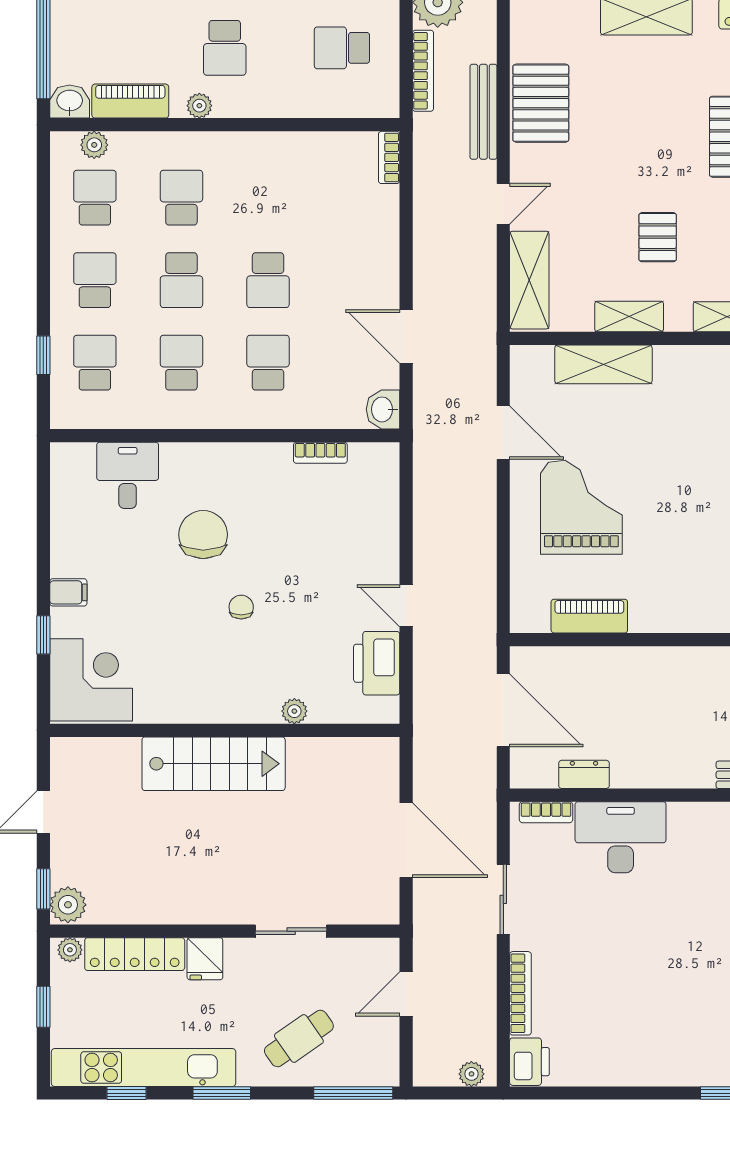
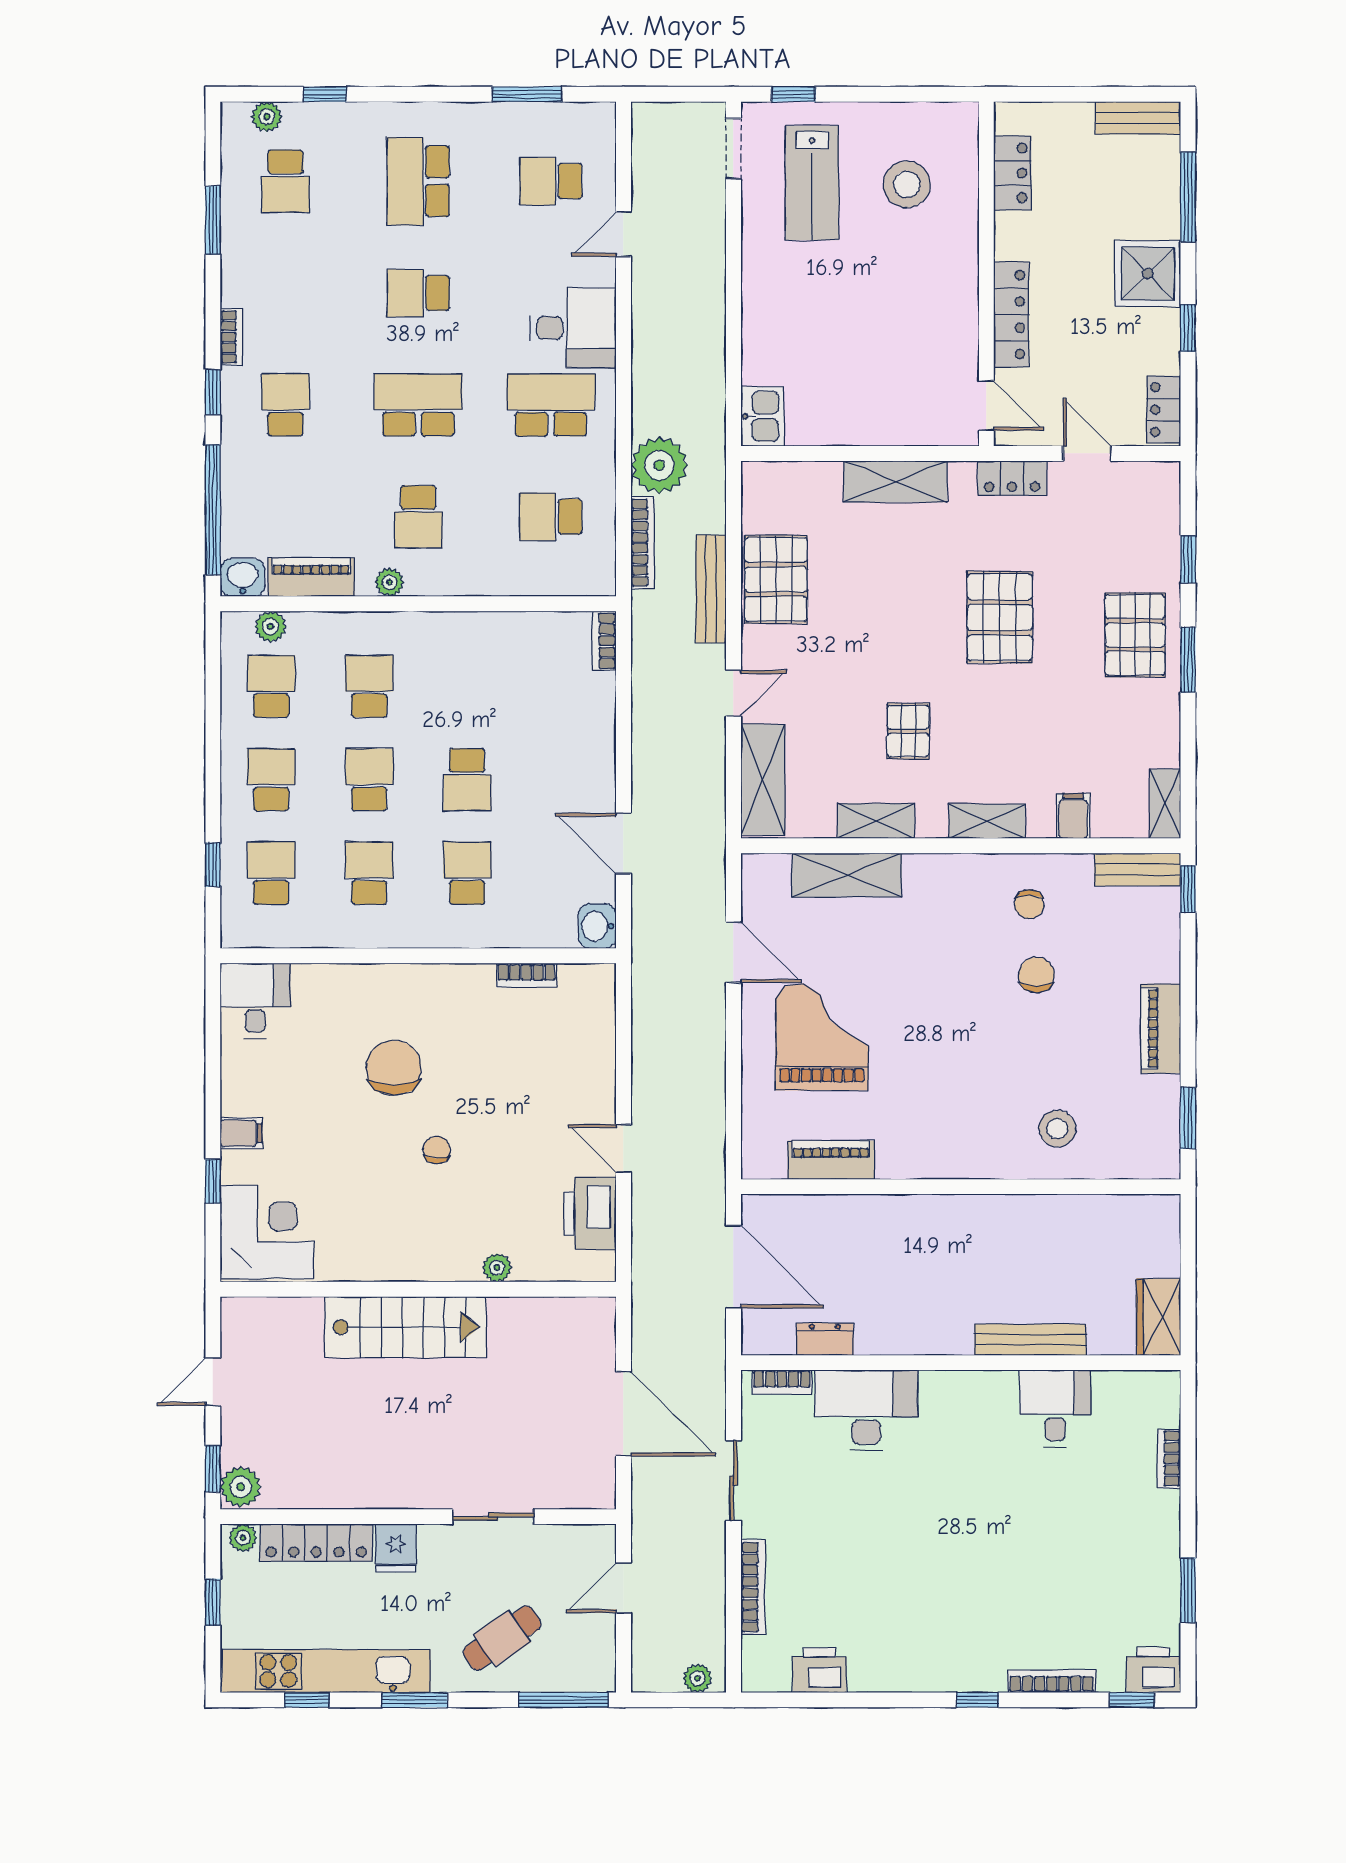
school desk: (181, 280) -> (369, 780), turned 180
desk: (128, 475) -> (255, 1001), moved
printer: (529, 1062) -> (820, 1670), moved, turned -90

